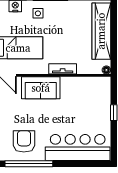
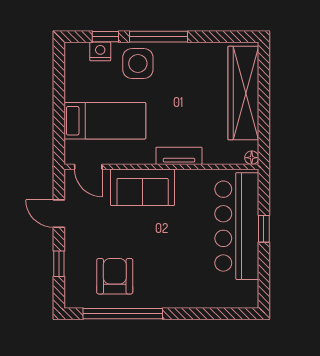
side table: (38, 13) -> (138, 64), width x1.87, depth x1.87
bar counter: (78, 147) -> (237, 226), moved, turned -90

